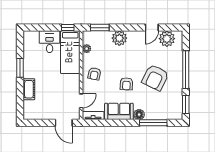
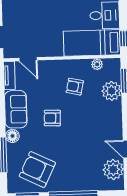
plant: (119, 38) -> (112, 91), moved
armchair: (94, 74) -> (75, 87), moved
armchair: (155, 78) -> (37, 169), moved

